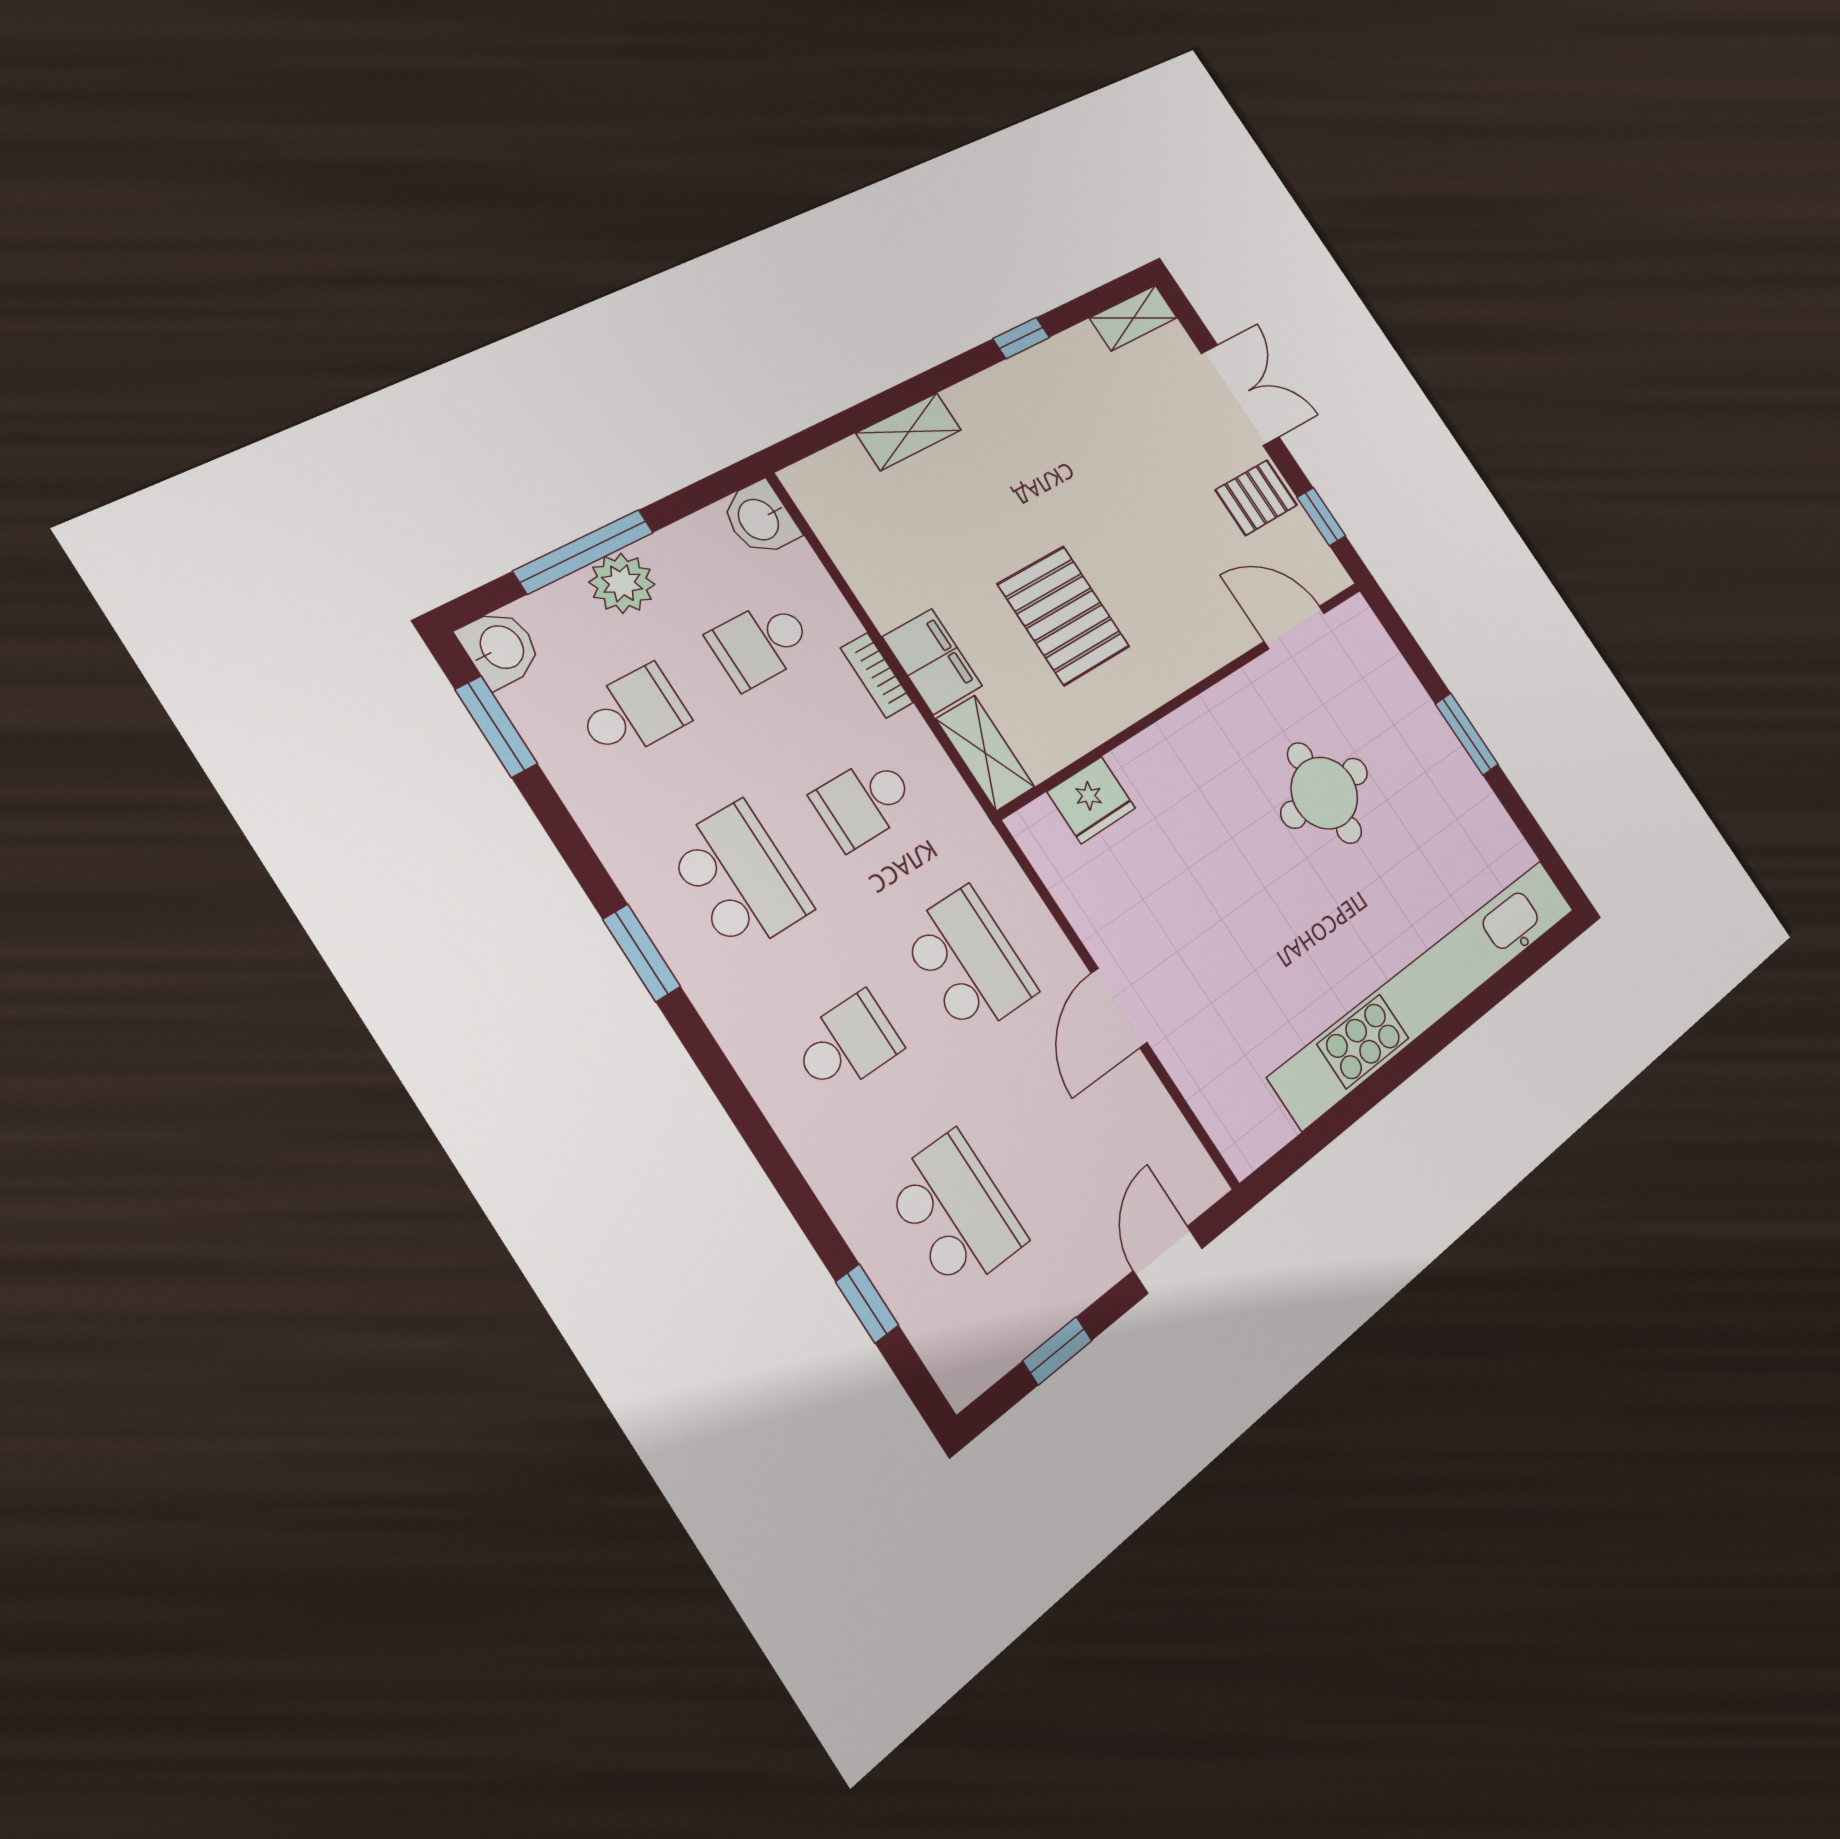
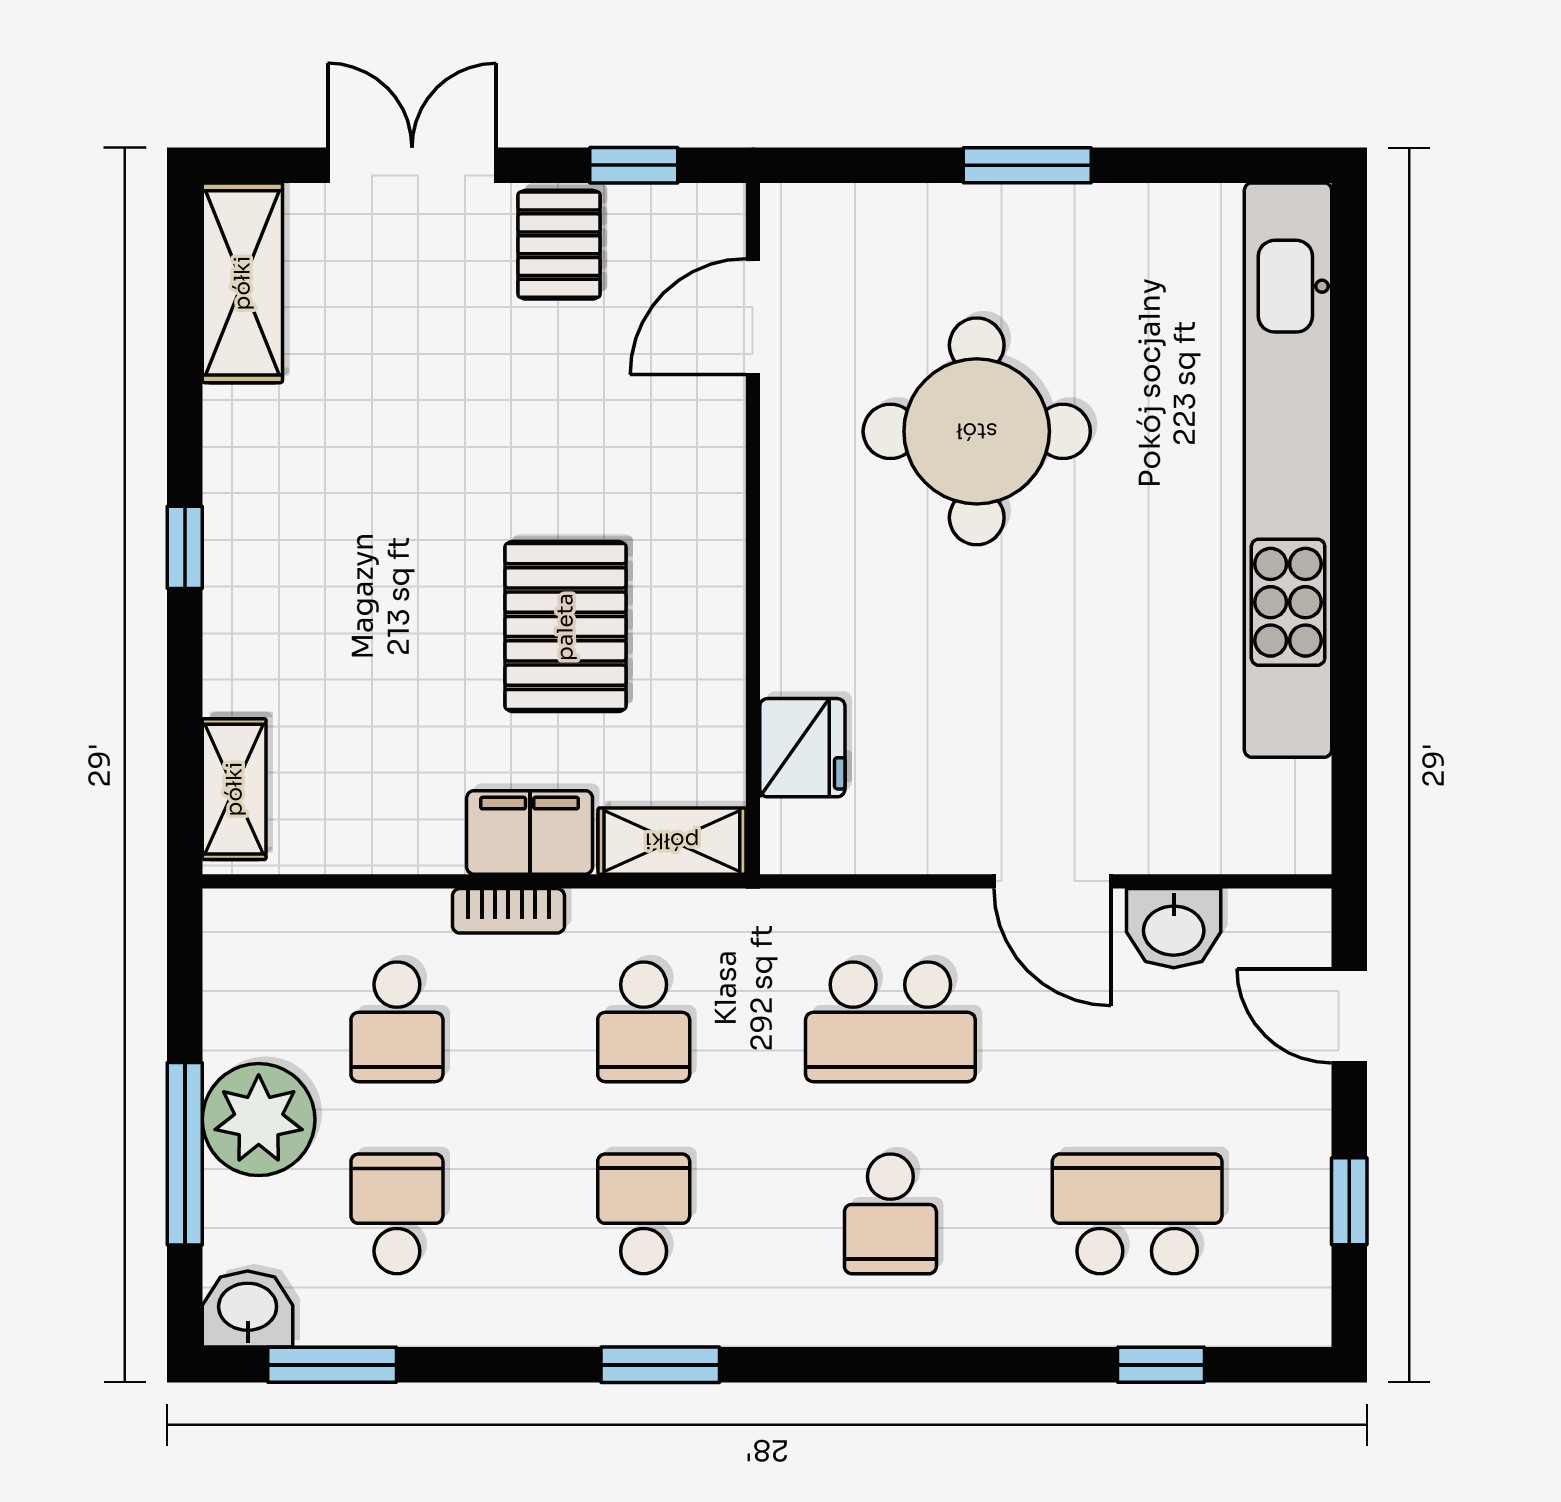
shelving: (1133, 318) -> (242, 283), width x1.50, depth x1.33
window: (1021, 338) -> (185, 547), moved
shelving: (909, 432) -> (234, 789), moved
washbasin: (760, 519) -> (1174, 928), moved
plant: (622, 583) -> (259, 1120), width x1.36, depth x1.36
pallet: (1064, 615) -> (565, 627), turned 90
round table: (1324, 793) -> (977, 431), width x1.36, depth x1.36
school desk: (739, 878) -> (644, 1214), width x0.54
school desk: (968, 962) -> (890, 1022), turned 180
school desk: (847, 1044) -> (890, 1214), turned 180

